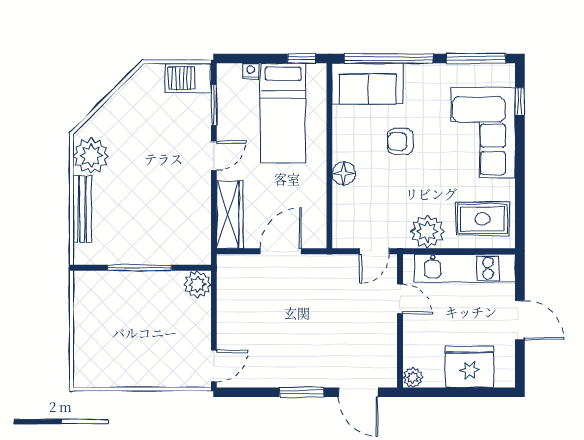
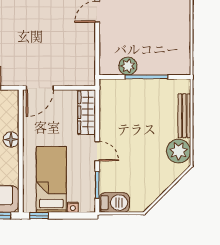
door: (214, 156) -> (97, 151), swing flipped
door: (281, 251) -> (40, 88), moved
plant: (197, 284) -> (128, 66), moved

